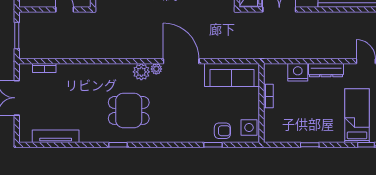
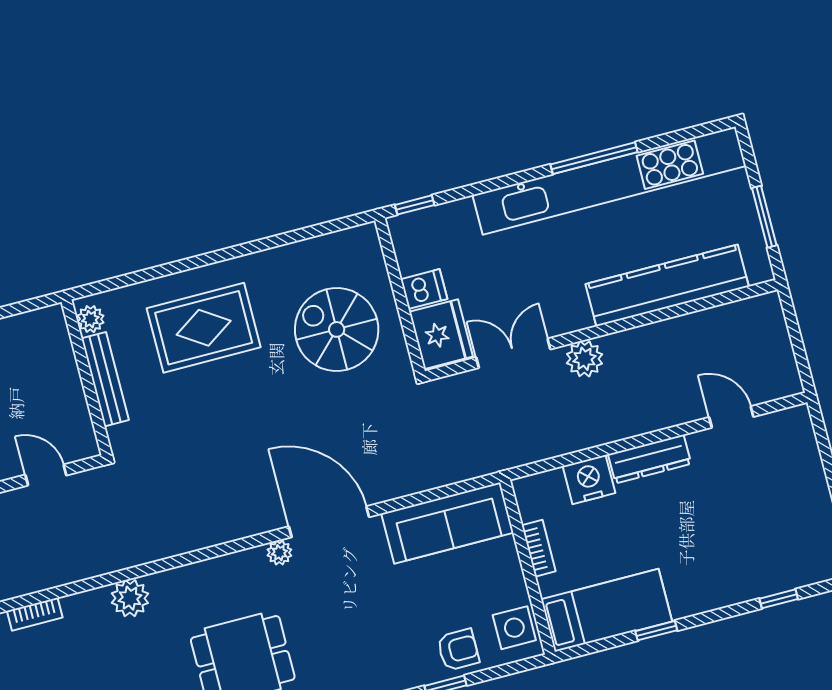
plant: (309, 20) -> (584, 359), added
plant: (141, 72) -> (130, 598), moved
bed: (357, 116) -> (607, 610), moved, turned 90

